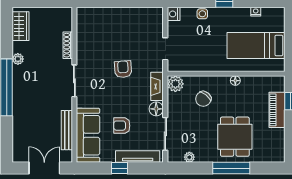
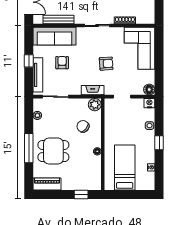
corner sofa: (104, 26) -> (140, 48), added
floor lamp: (156, 109) -> (149, 90), moved
piano: (277, 110) -> (47, 184), moved

